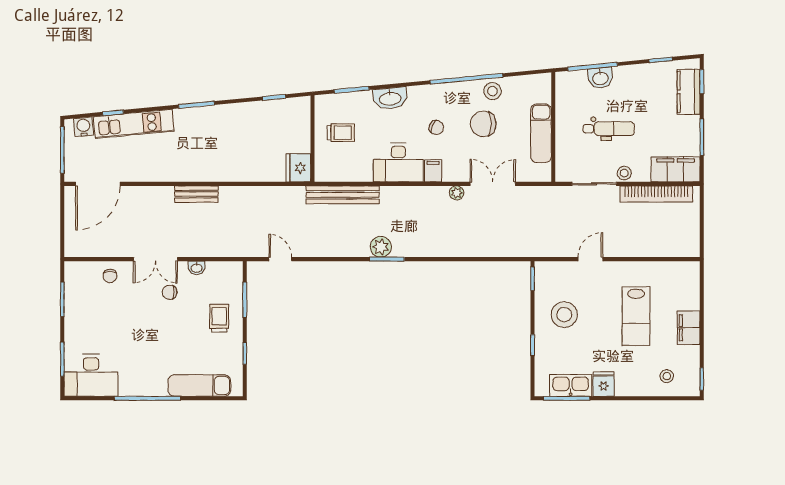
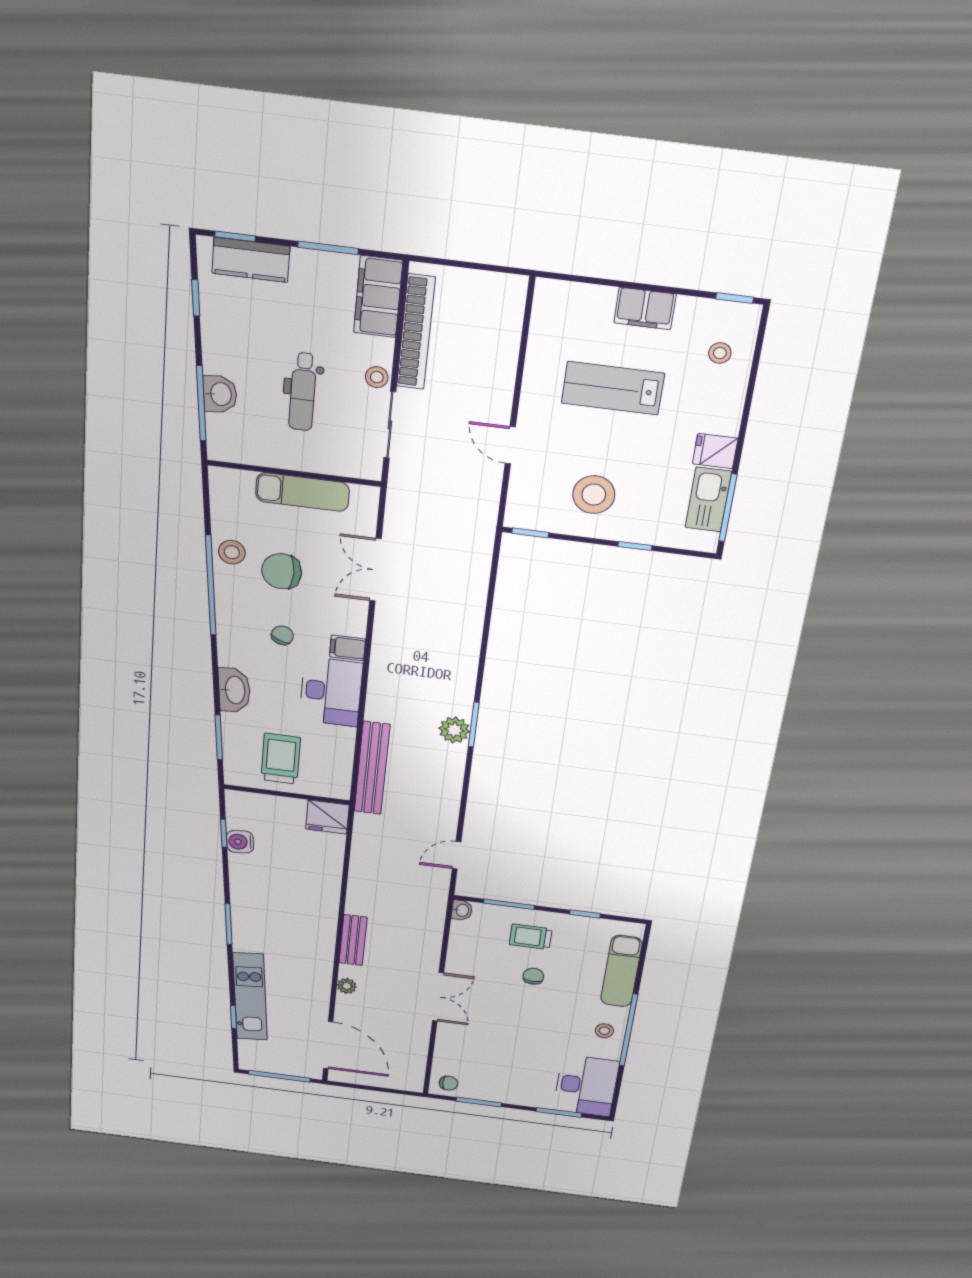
chair: (483, 124) -> (282, 571), turned 90
water cooler: (83, 127) -> (240, 842), moved
dental chair: (609, 129) -> (303, 392), turned 180
trolley: (341, 133) -> (281, 759), width x1.36, depth x1.39
plant: (457, 193) -> (347, 986), moved
washbasin: (197, 268) -> (462, 910), moved
chair: (110, 276) -> (449, 1083), moved
chair: (170, 292) -> (533, 976), moved, turned 180
lab bench: (636, 316) -> (613, 388), turned 180
stool: (144, 381) -> (604, 1031), added

